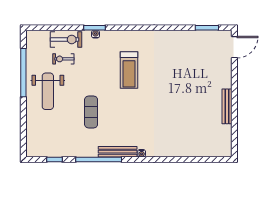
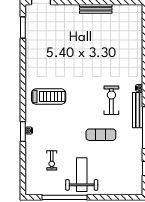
exercise bike: (66, 39) -> (111, 100), moved
treadmill: (129, 70) -> (49, 97), moved
weight bench: (48, 91) -> (82, 175), turned -90

